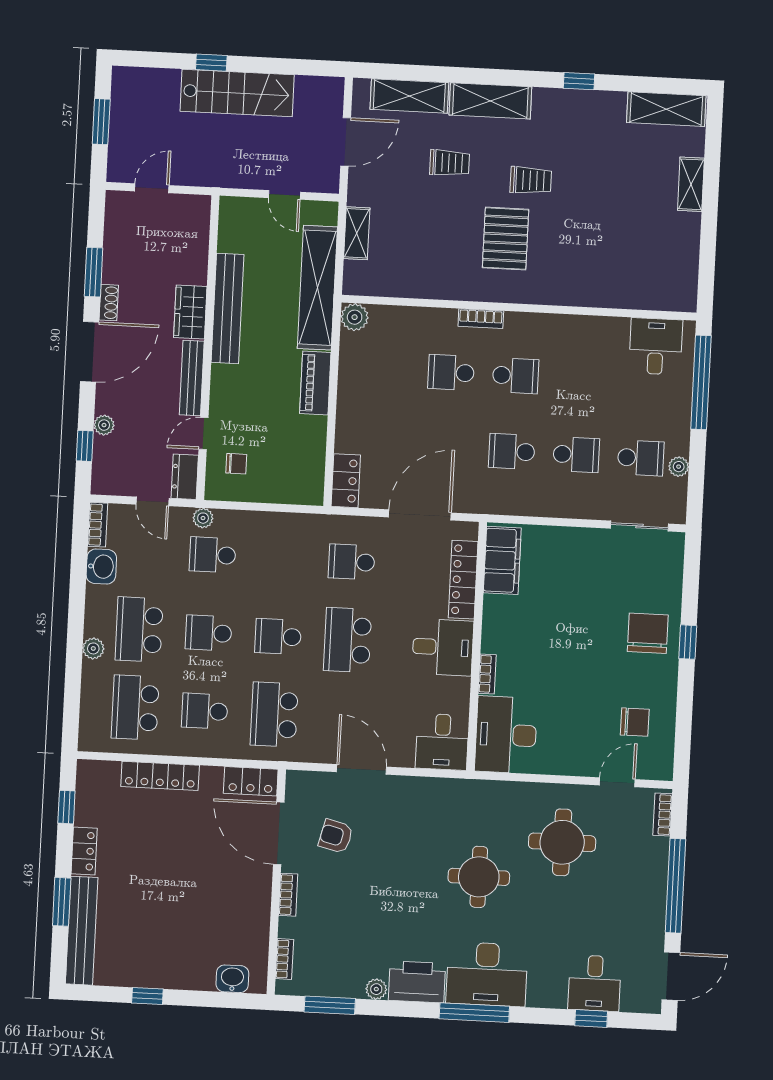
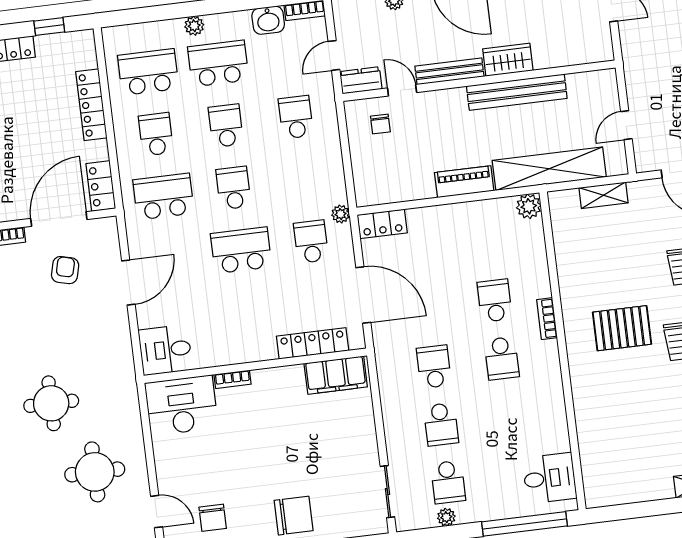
plant: (203, 518) -> (341, 214), moved
desk: (443, 647) -> (249, 336), removed

